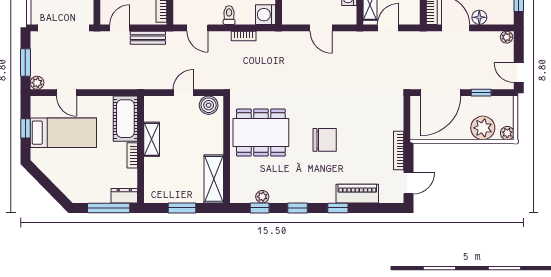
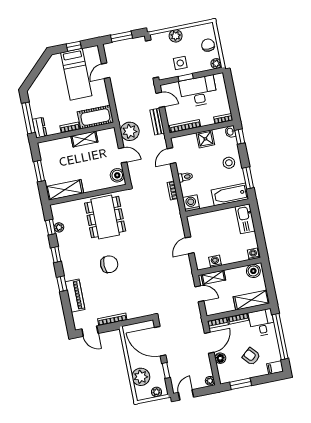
plant: (37, 83) -> (130, 131), moved, width x1.88, depth x1.88
plant: (507, 133) -> (157, 392), moved
chair: (325, 140) -> (109, 264), turned -90

